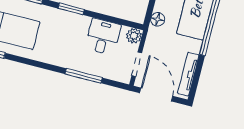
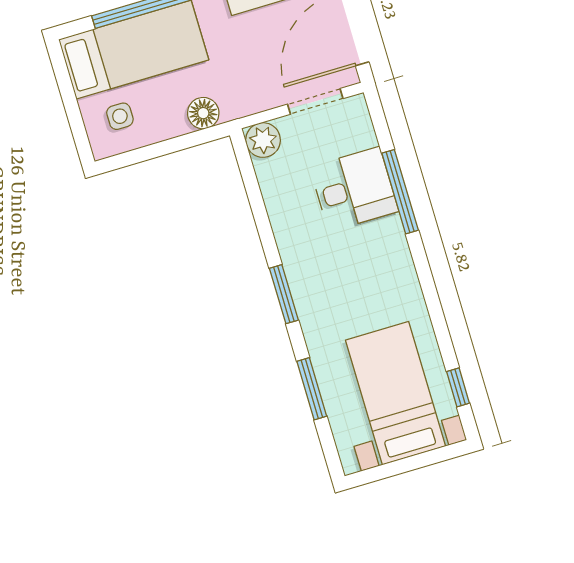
desk: (103, 37) -> (354, 189), moved, turned 180

